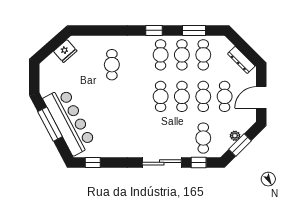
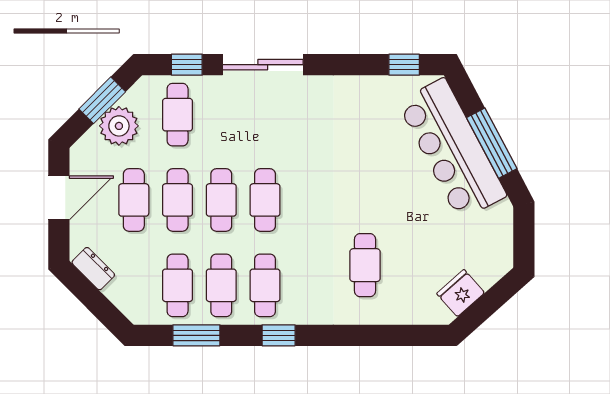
dresser: (241, 60) -> (93, 269), width x0.70
plant: (235, 136) -> (119, 126), width x1.88, depth x1.88

